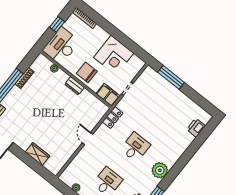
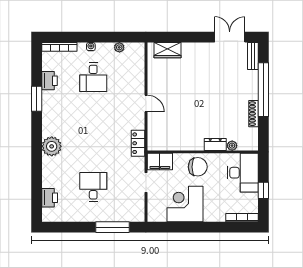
dresser: (75, 86) -> (215, 144), moved
desk: (135, 147) -> (93, 187), moved, turned 180
wardrobe: (38, 154) -> (168, 50), moved
plant: (160, 170) -> (52, 146), moved

